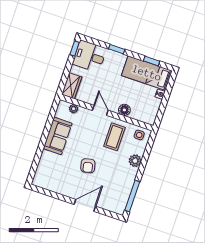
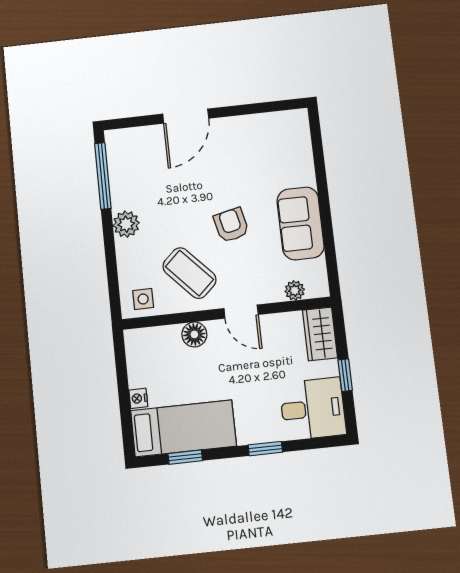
window: (75, 48) -> (345, 375), moved
coffee table: (114, 137) -> (189, 273), turned -43
plant: (135, 161) -> (126, 224), moved
armchair: (88, 166) -> (231, 225), moved

